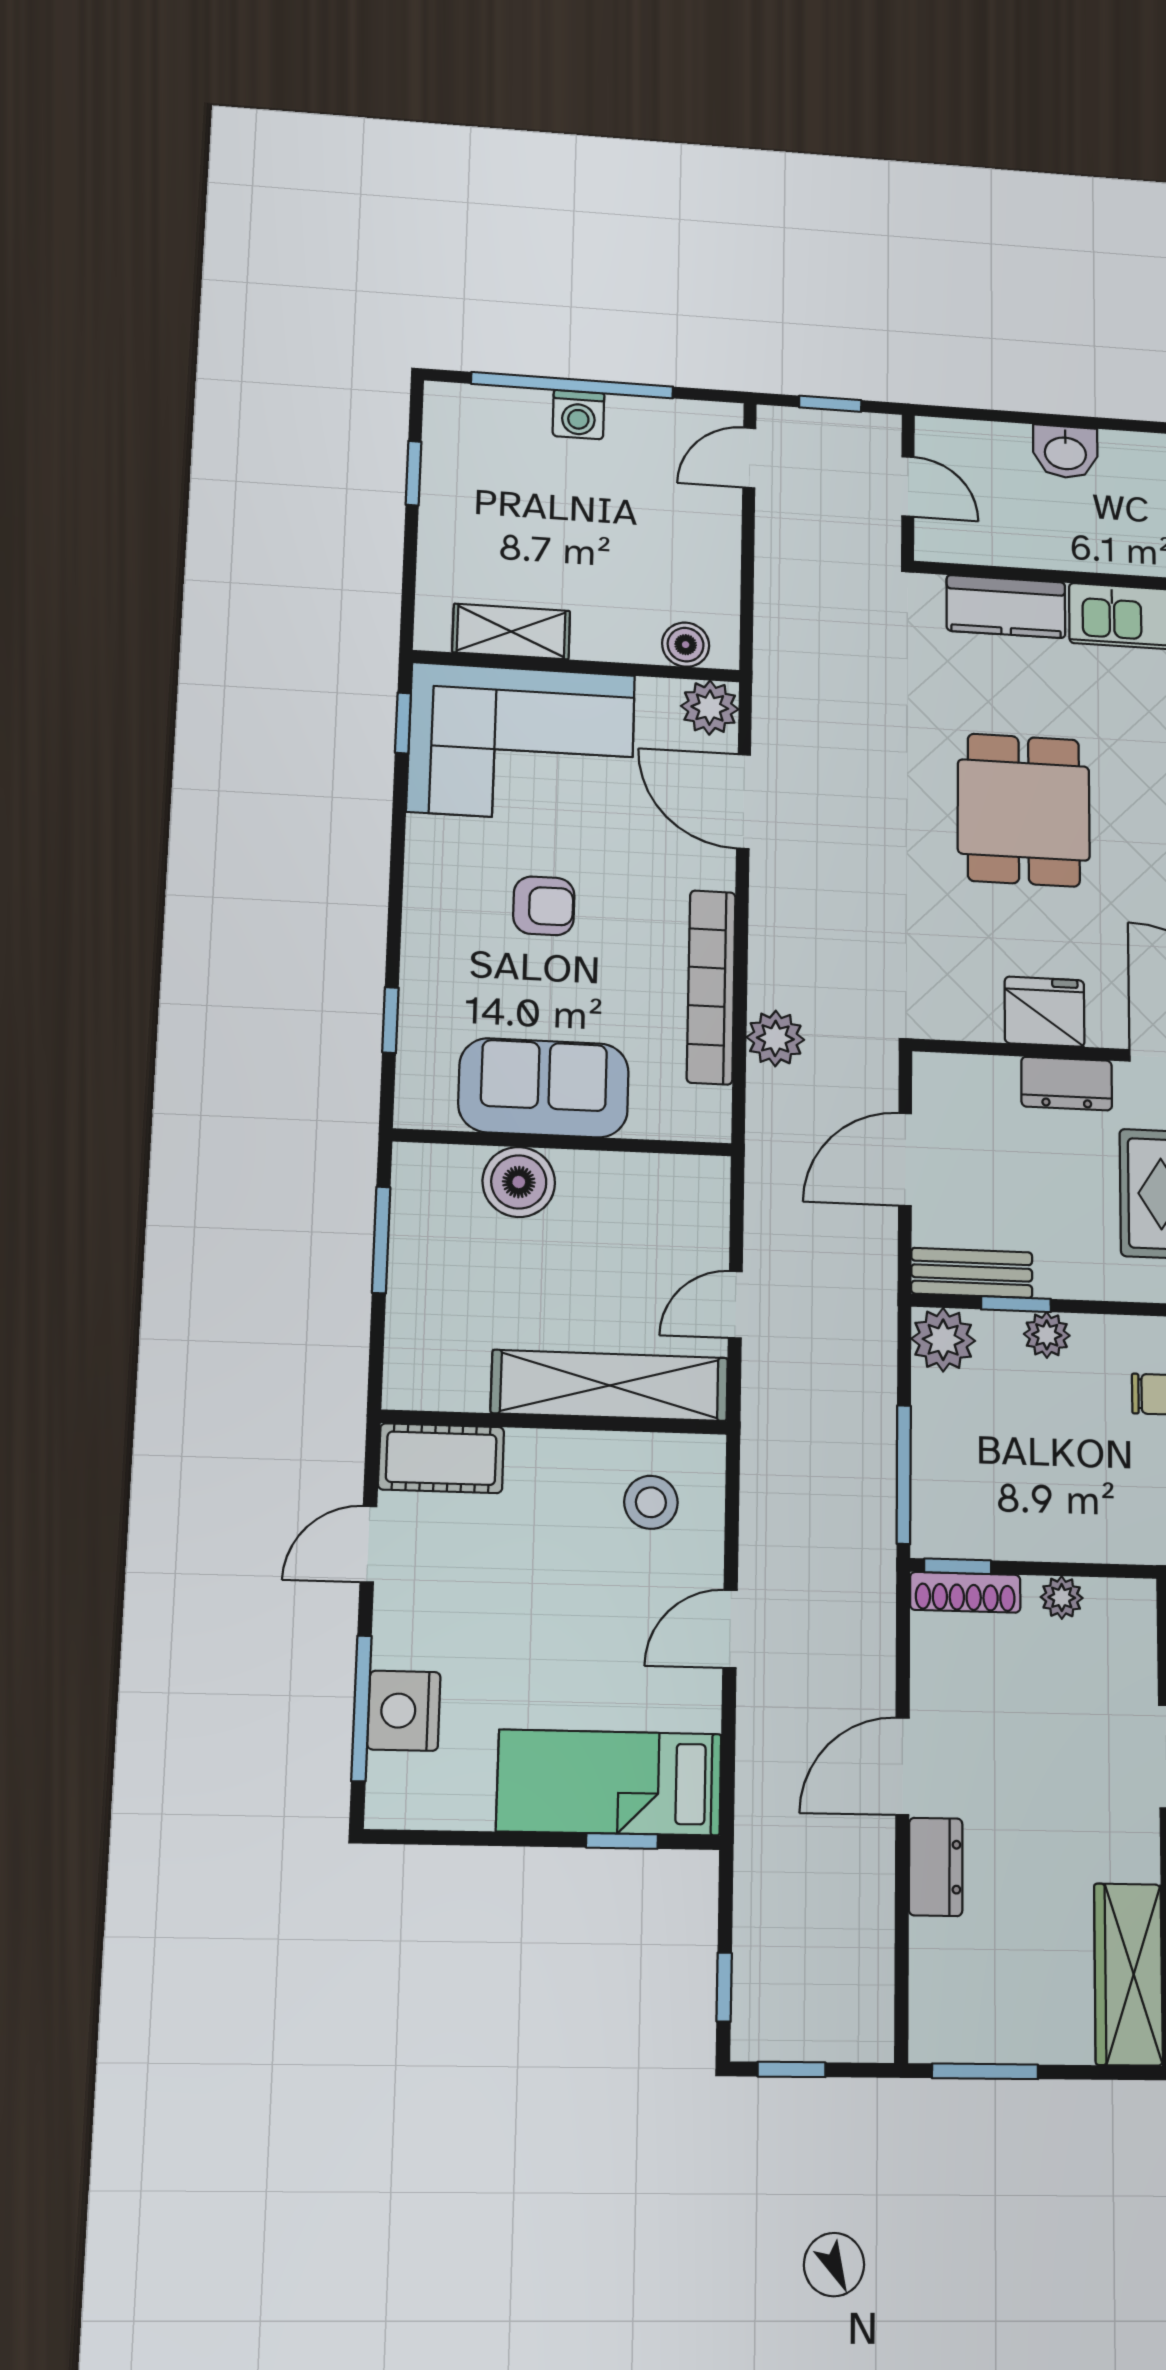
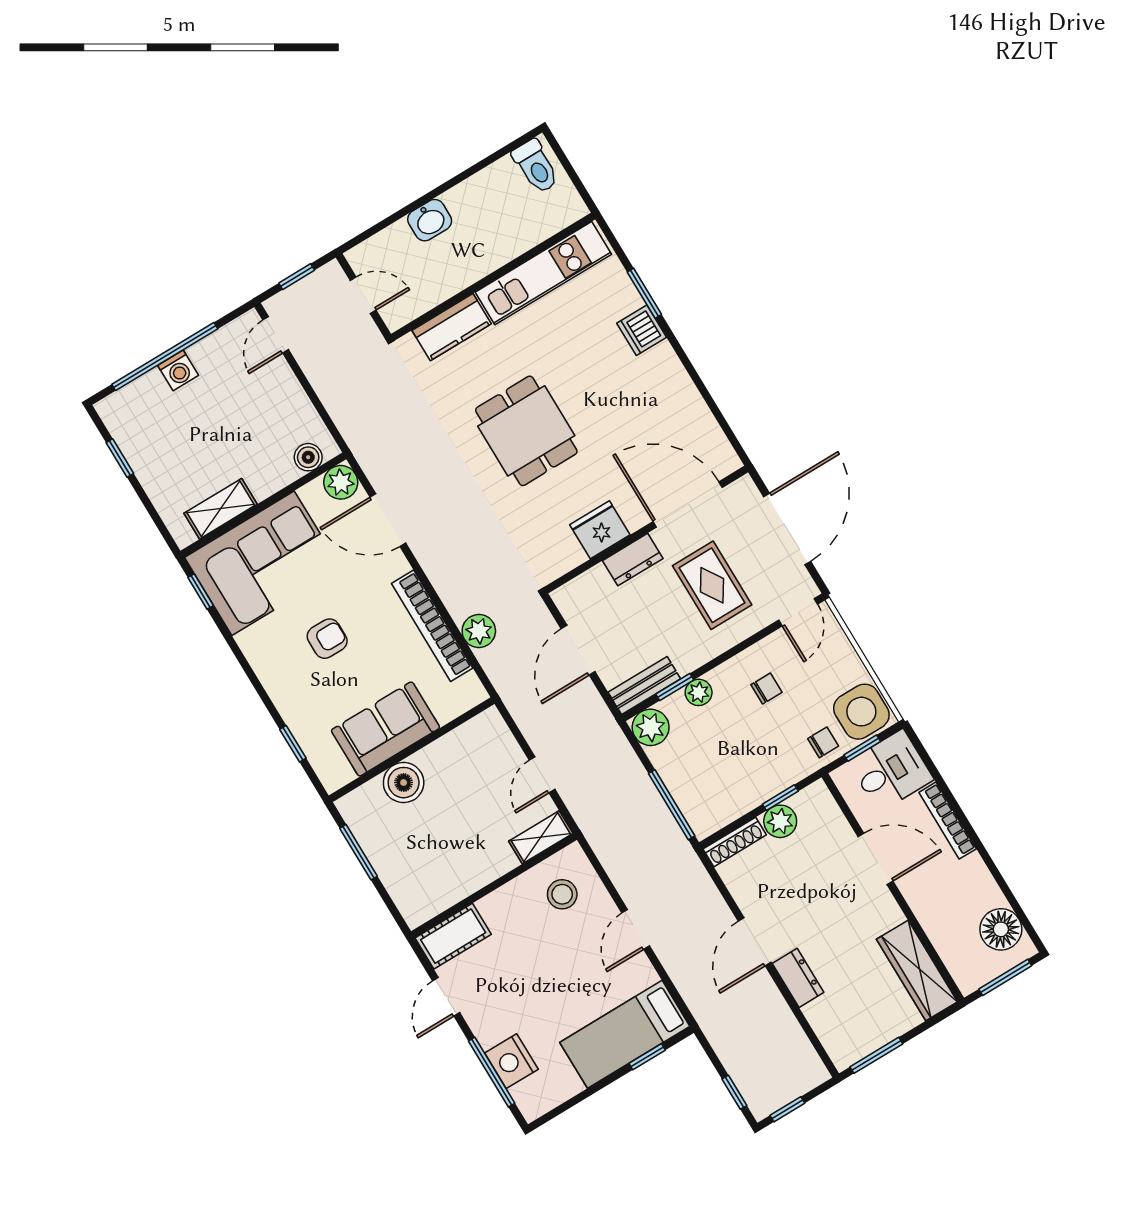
shelving: (610, 1385) -> (541, 837), width x0.45, depth x0.75
window: (958, 1566) -> (780, 798), moved
plant: (1062, 1598) -> (780, 821), width x1.38, depth x1.38

